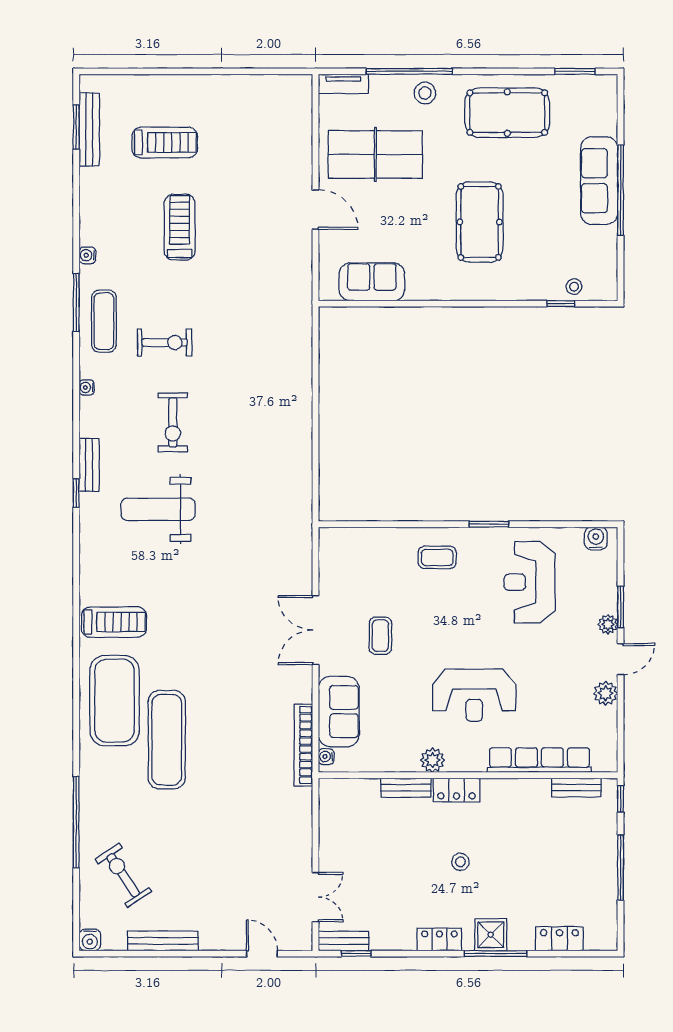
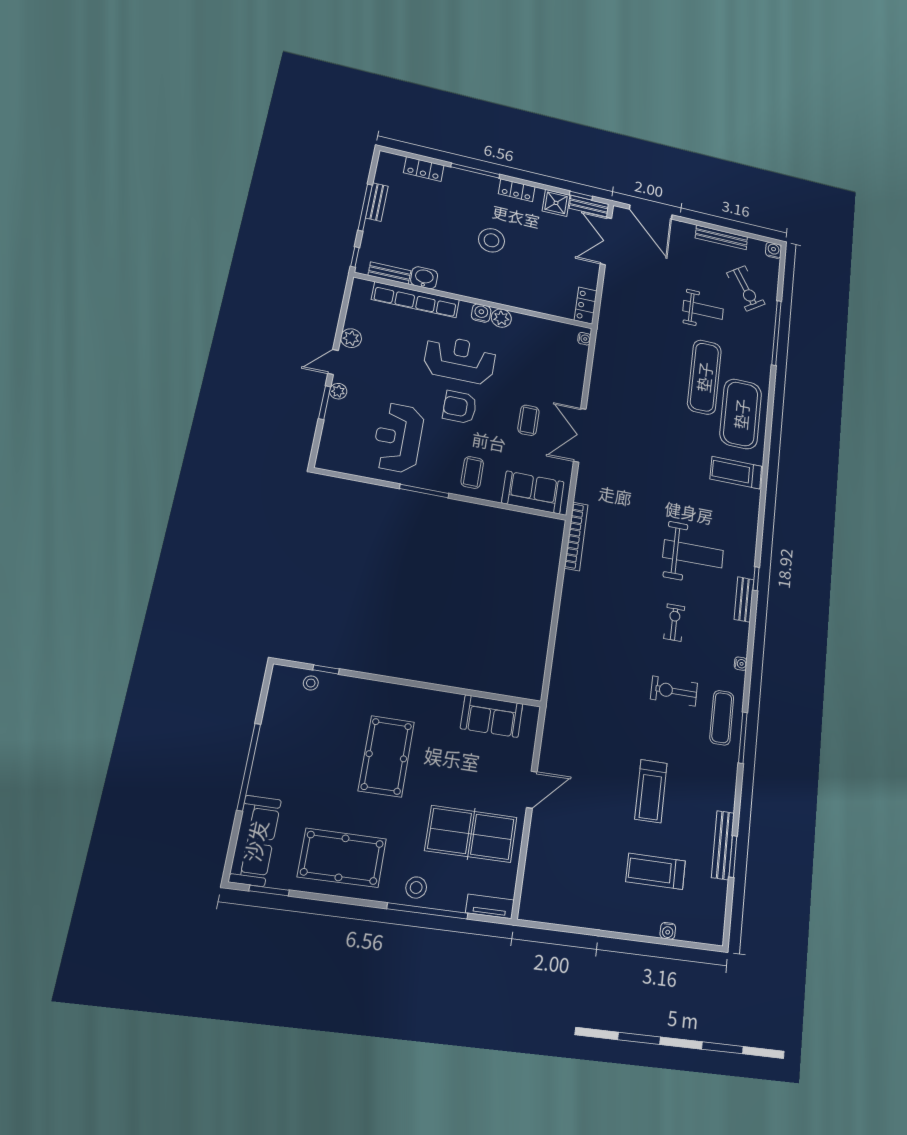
window: (76, 127) -> (733, 856), moved
bench: (89, 129) -> (723, 845), moved
sofa: (599, 181) -> (255, 841), moved
door: (316, 210) -> (532, 790), swing flipped
water cooler: (87, 255) -> (668, 931), moved, turned 90
exercise bike: (173, 422) -> (674, 622), width x0.73, depth x0.72
window: (489, 524) -> (424, 491), width x1.44
water cooler: (596, 538) -> (481, 313), moved, turned 180
coffee table: (437, 557) -> (472, 472), turned 90
reception desk: (530, 582) -> (398, 438), turned 180
double door: (316, 630) -> (580, 435), swing flipped
armchair: (465, 635) -> (460, 407), added
sofa: (339, 712) -> (533, 492), moved, turned 90
bookcase: (303, 745) -> (576, 536), moved
bench: (406, 788) -> (377, 202), moved, turned 90
locker: (457, 790) -> (586, 306), moved, turned -90
washbasin: (534, 791) -> (424, 278), added
weight bench: (178, 831) -> (703, 310), added
stool: (460, 862) -> (491, 240), width x1.89, depth x1.89
double door: (316, 897) -> (606, 241), width x1.37
shower: (491, 935) -> (556, 203), moved
door: (262, 954) -> (651, 212), width x1.88

